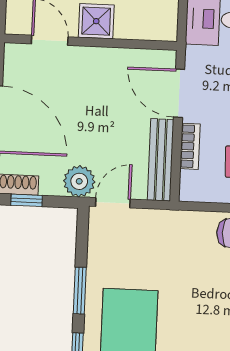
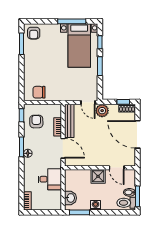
door: (113, 203) -> (88, 102), hinge flipped

